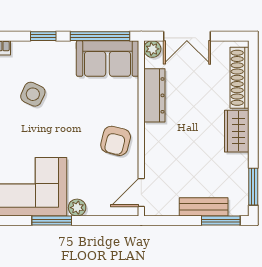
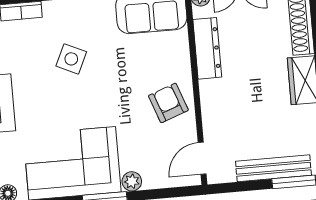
armchair: (116, 141) -> (168, 103), turned 146
bench: (204, 207) -> (273, 168), width x1.36

